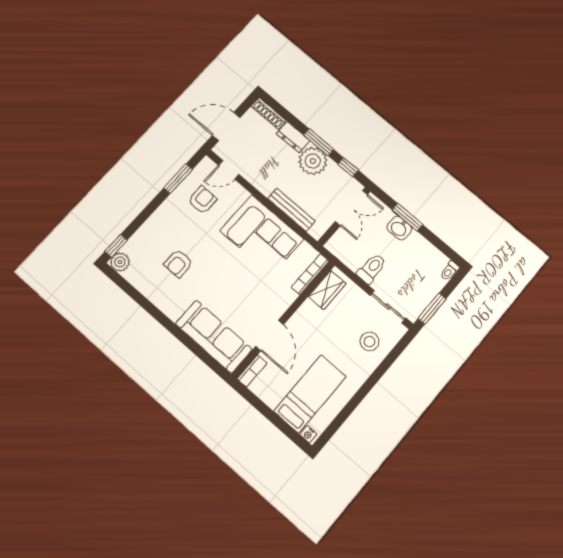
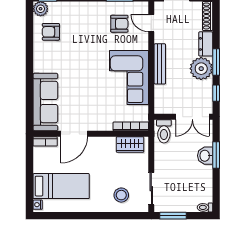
bench: (292, 210) -> (160, 64), moved
armchair: (178, 263) -> (51, 32), moved
toilet: (372, 268) -> (164, 131), moved, turned 90

